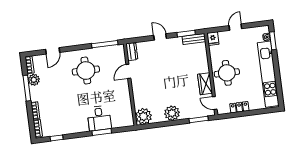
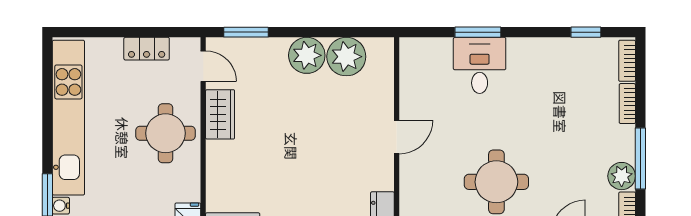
door: (128, 71) -> (397, 137), moved
plant: (143, 116) -> (346, 57), moved

